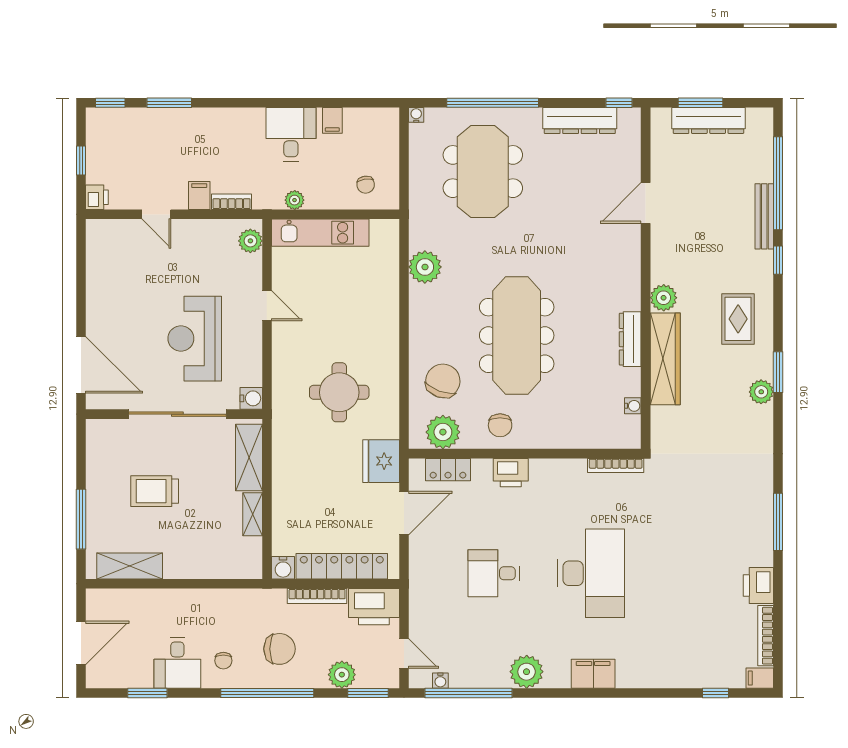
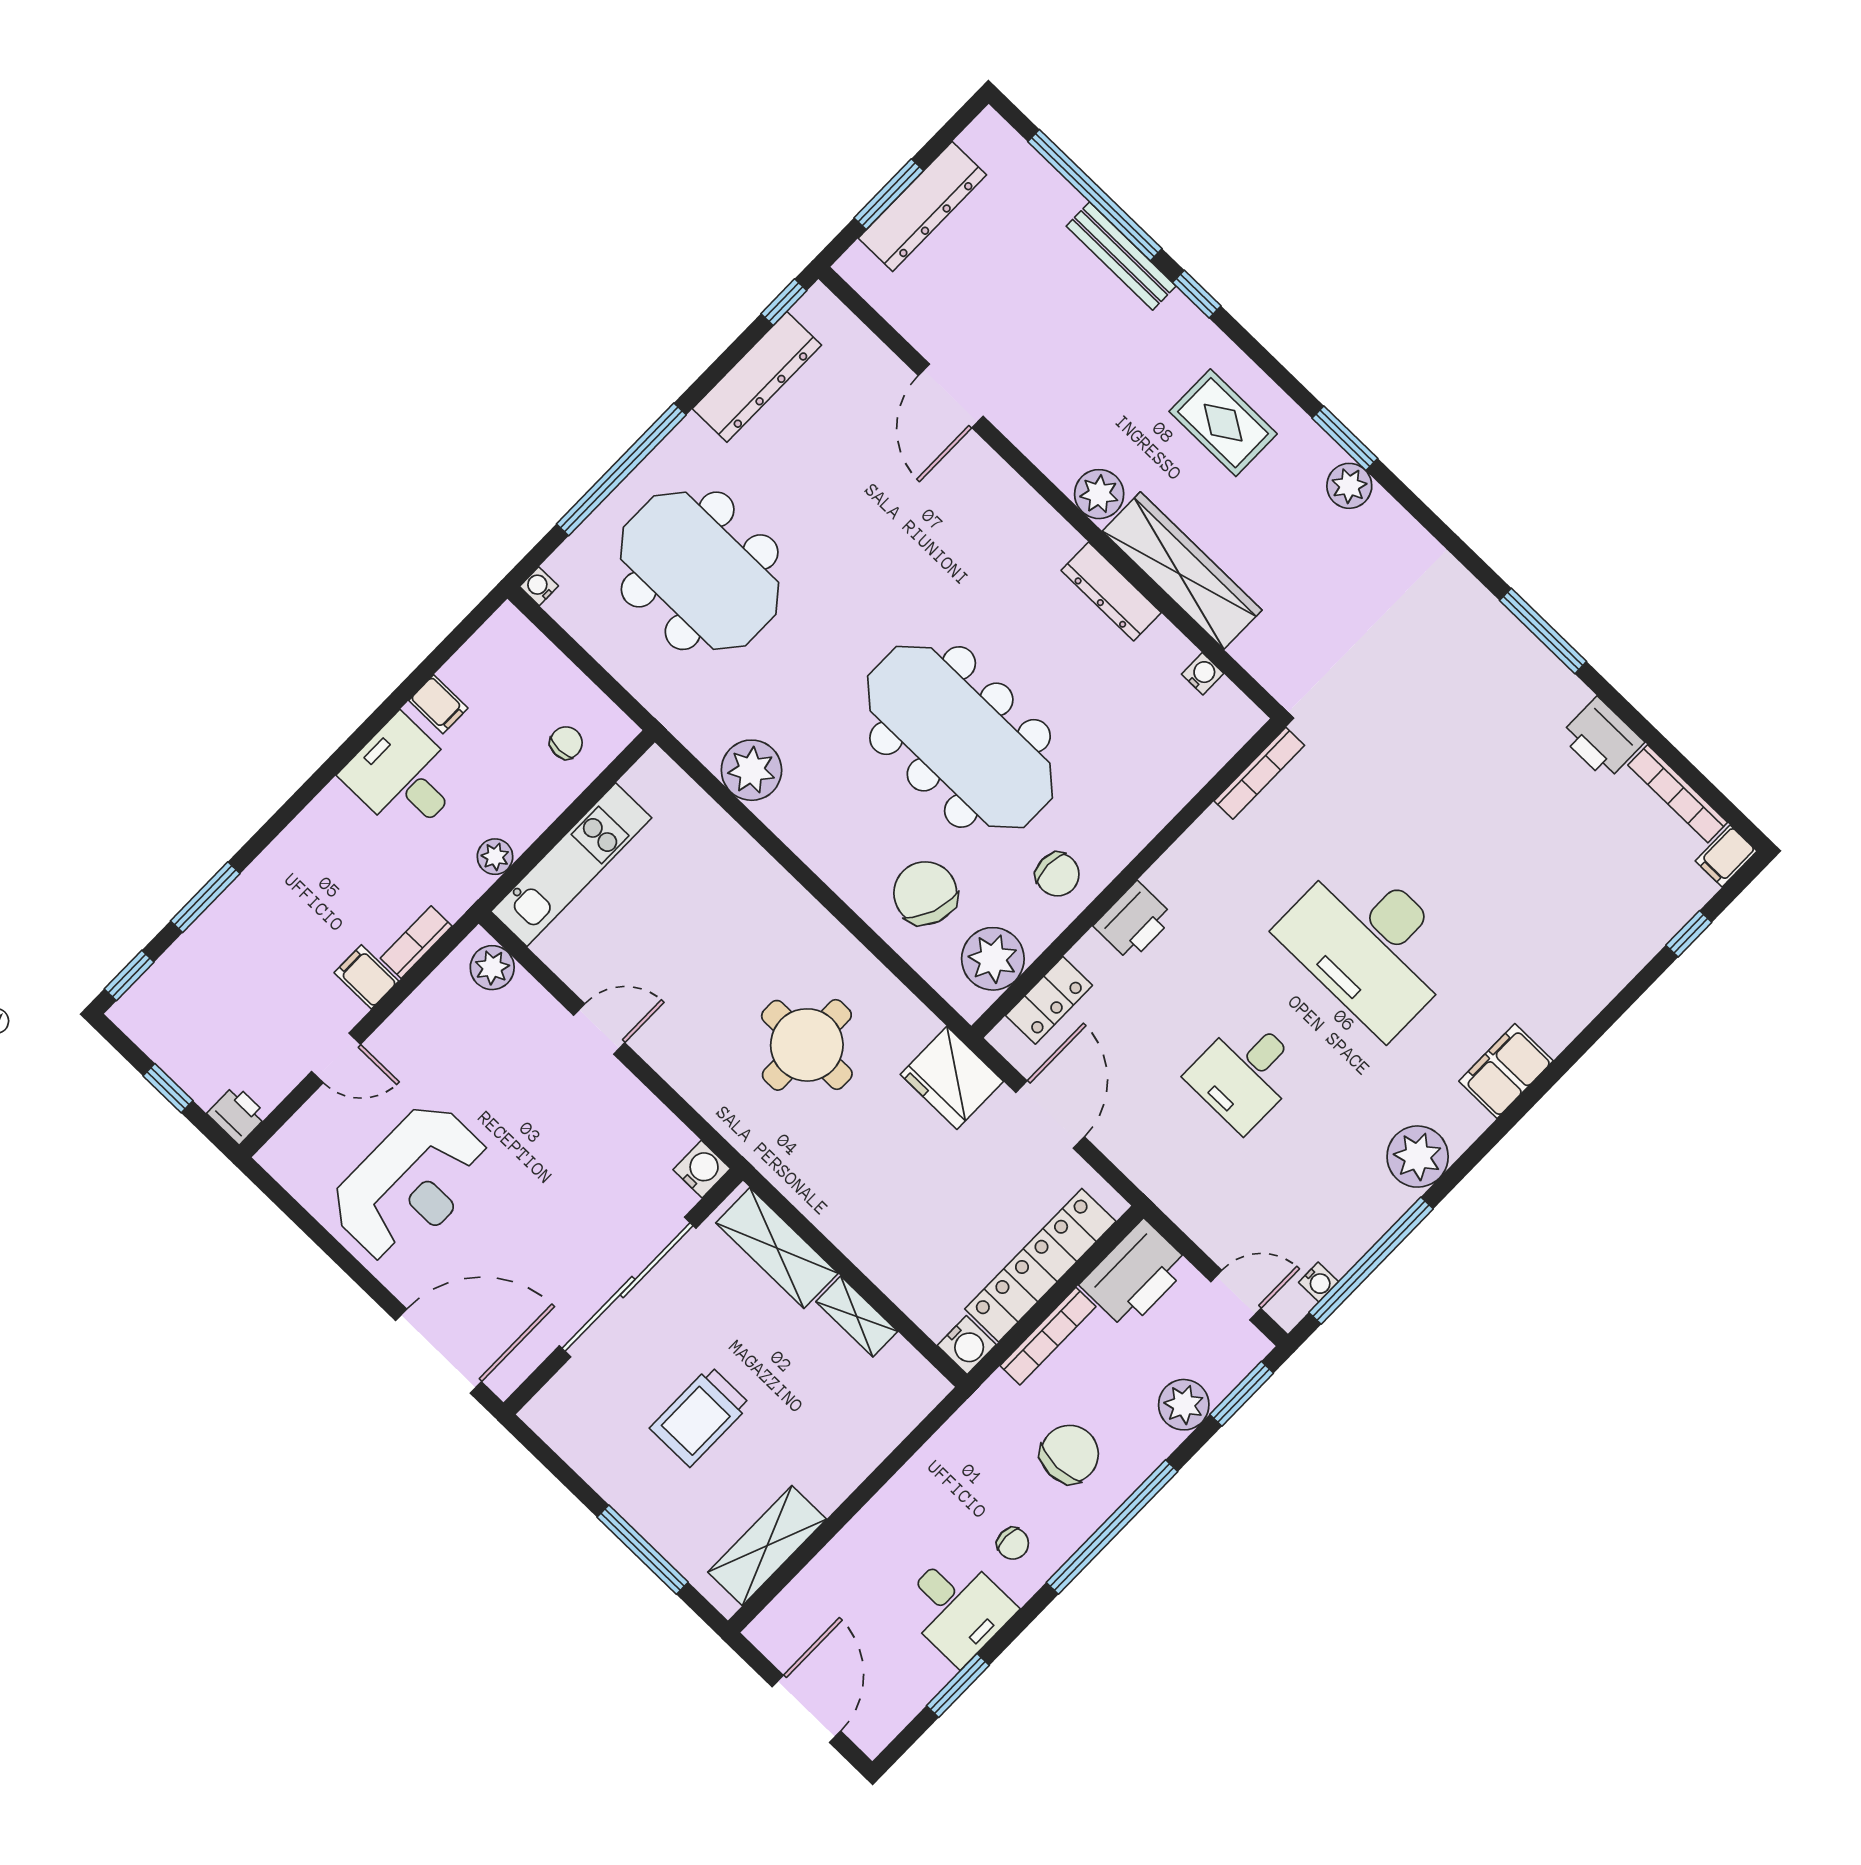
chair: (366, 185) -> (566, 743), turned -82
reception desk: (195, 339) -> (411, 1183), moved, turned -90
desk: (591, 573) -> (1370, 945), turned 180

